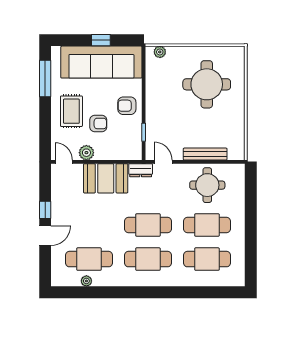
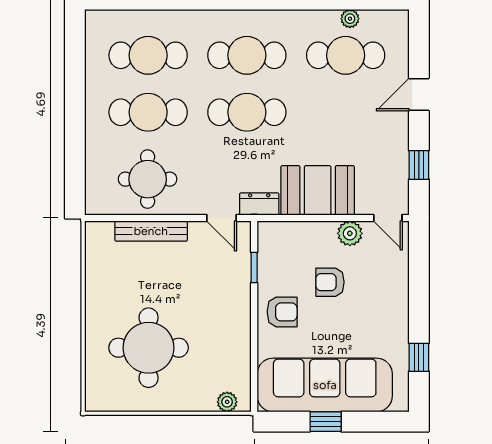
window: (45, 79) -> (419, 357), width x0.46
rug: (71, 111) -> (375, 303), removed
window: (45, 210) -> (419, 165), moved

